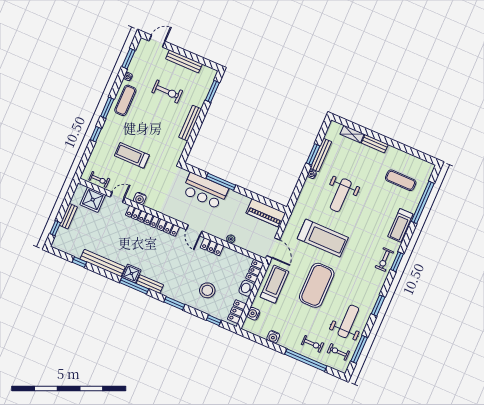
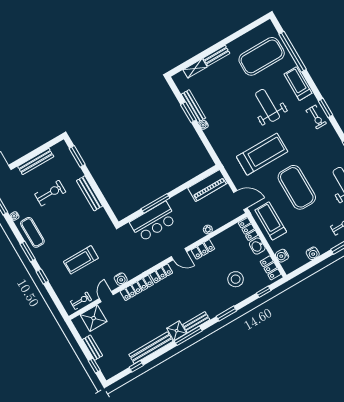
exercise mat: (401, 180) -> (262, 56), width x2.00, depth x1.45
weight bench: (341, 195) -> (268, 105), moved, turned 180
treadmill: (400, 225) -> (298, 84), turned 180

